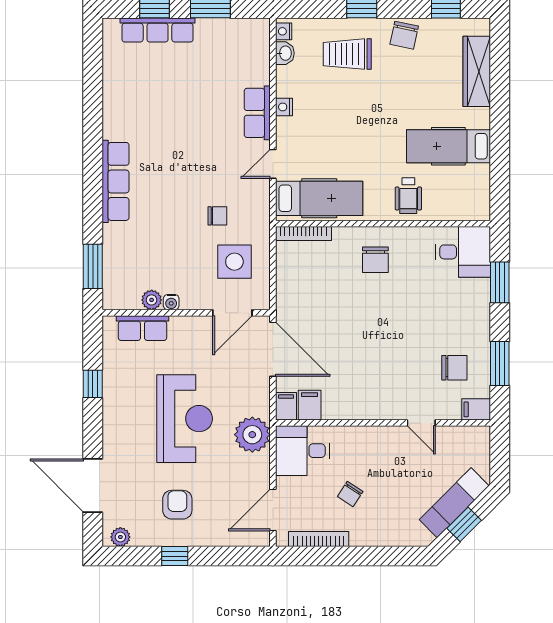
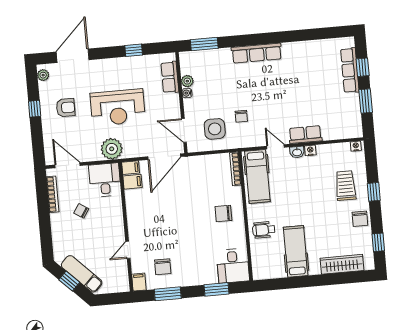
chair: (404, 35) -> (360, 219), turned -102
washbasin: (285, 53) -> (297, 152), moved

